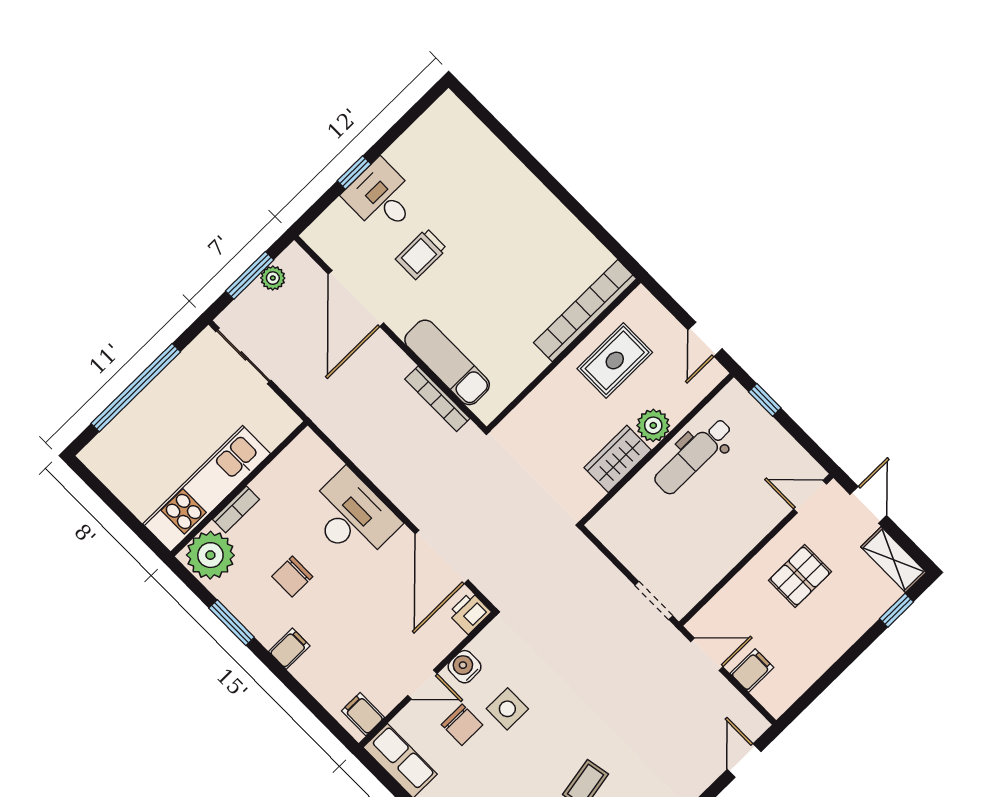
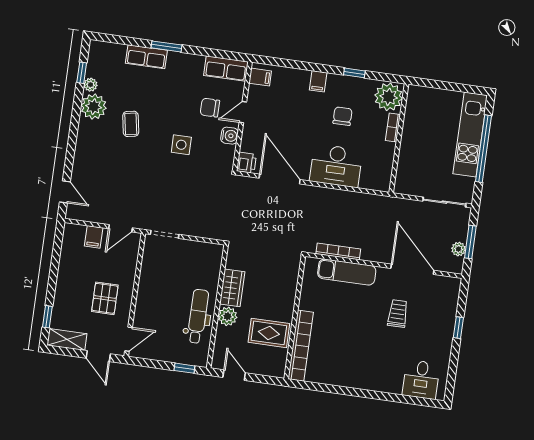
desk: (381, 197) -> (421, 379), moved, turned 90
rug: (615, 360) -> (269, 333), turned 90
kitchen unit: (207, 489) -> (470, 135), moved, turned 180
window: (232, 623) -> (354, 73), width x0.67
side table: (507, 709) -> (181, 145), moved

